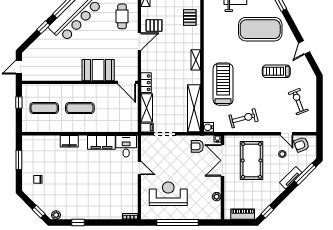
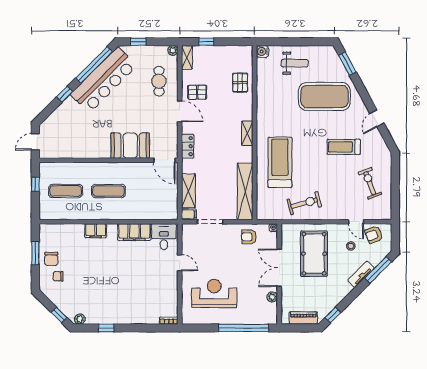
door: (139, 42) -> (180, 111), hinge flipped
locker: (146, 83) -> (188, 146), moved
water cooler: (208, 127) -> (262, 214), removed
double door: (222, 160) -> (279, 268), moved
chair: (32, 165) -> (51, 259), added
window: (178, 222) -> (244, 328), moved

